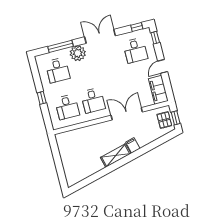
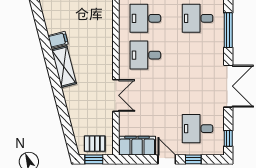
window: (155, 38) -> (193, 159), moved
plant: (78, 53) -> (213, 51), removed
double door: (127, 114) -> (116, 95), width x0.73
filing cabinet: (133, 145) -> (58, 40), moved

